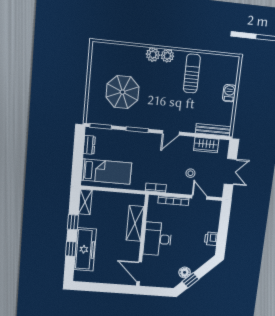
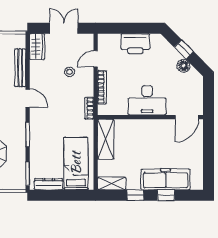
bench: (213, 130) -> (20, 68), moved
dresser: (89, 145) -> (49, 184), width x1.44
wardrobe: (206, 145) -> (37, 47), moved
shelving: (135, 223) -> (106, 139), moved, turned 90
printer: (211, 239) -> (135, 44), width x1.87, depth x1.48
window: (191, 280) -> (184, 49), moved

